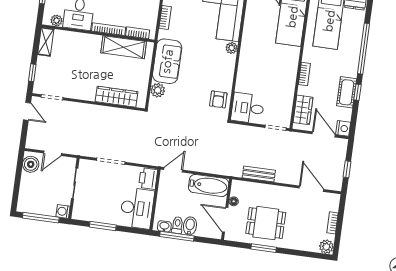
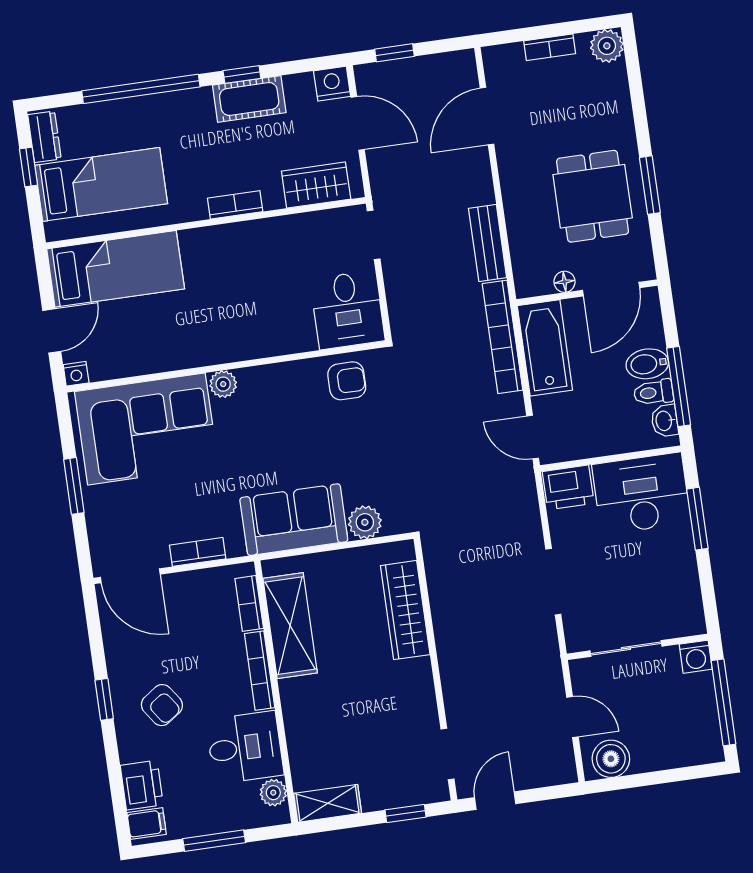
door: (324, 134) -> (358, 123), swing flipped
bookcase: (218, 169) -> (502, 337), added
window: (347, 169) -> (395, 53), moved
window: (103, 226) -> (697, 519), moved

